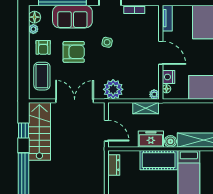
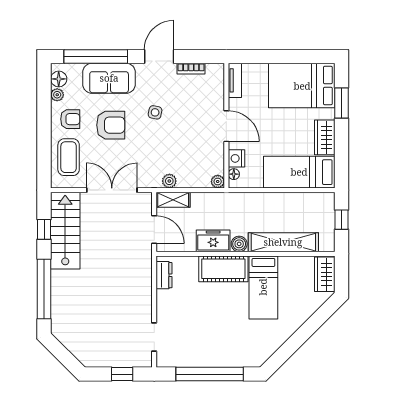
armchair: (43, 47) -> (70, 119), turned -90
plant: (113, 89) -> (169, 181), width x0.53, depth x0.53
shelving: (146, 108) -> (173, 200), moved

